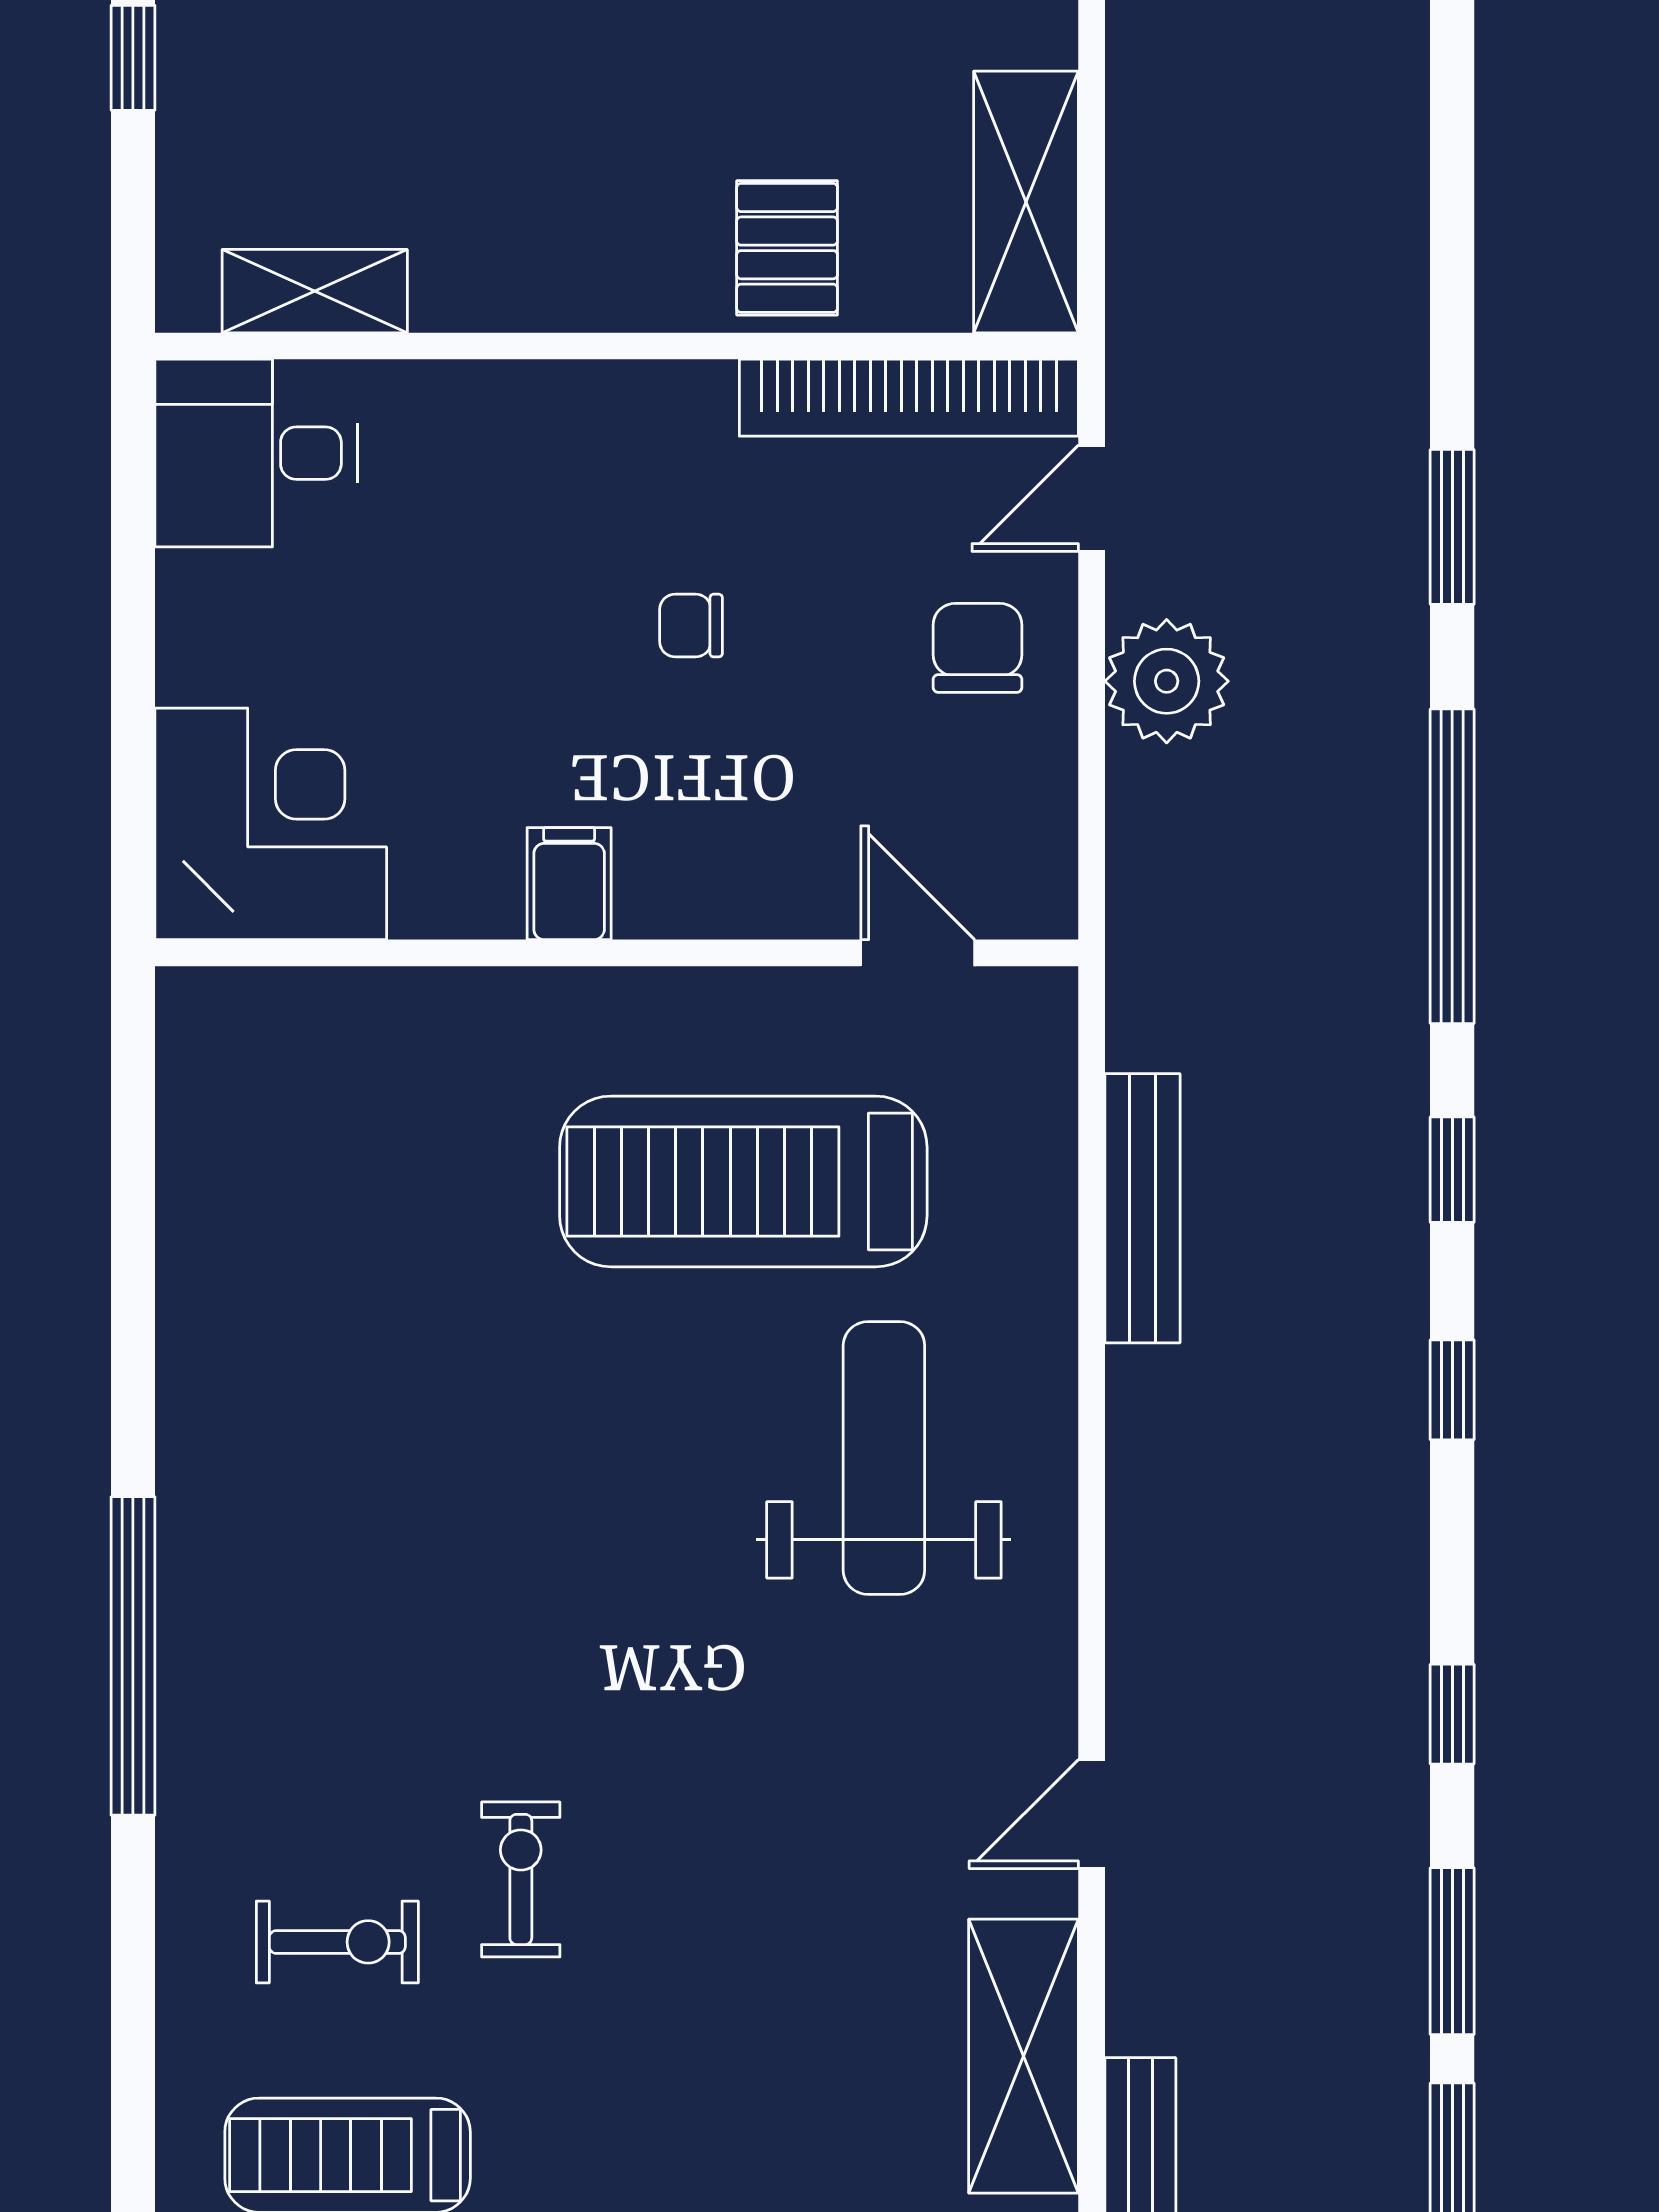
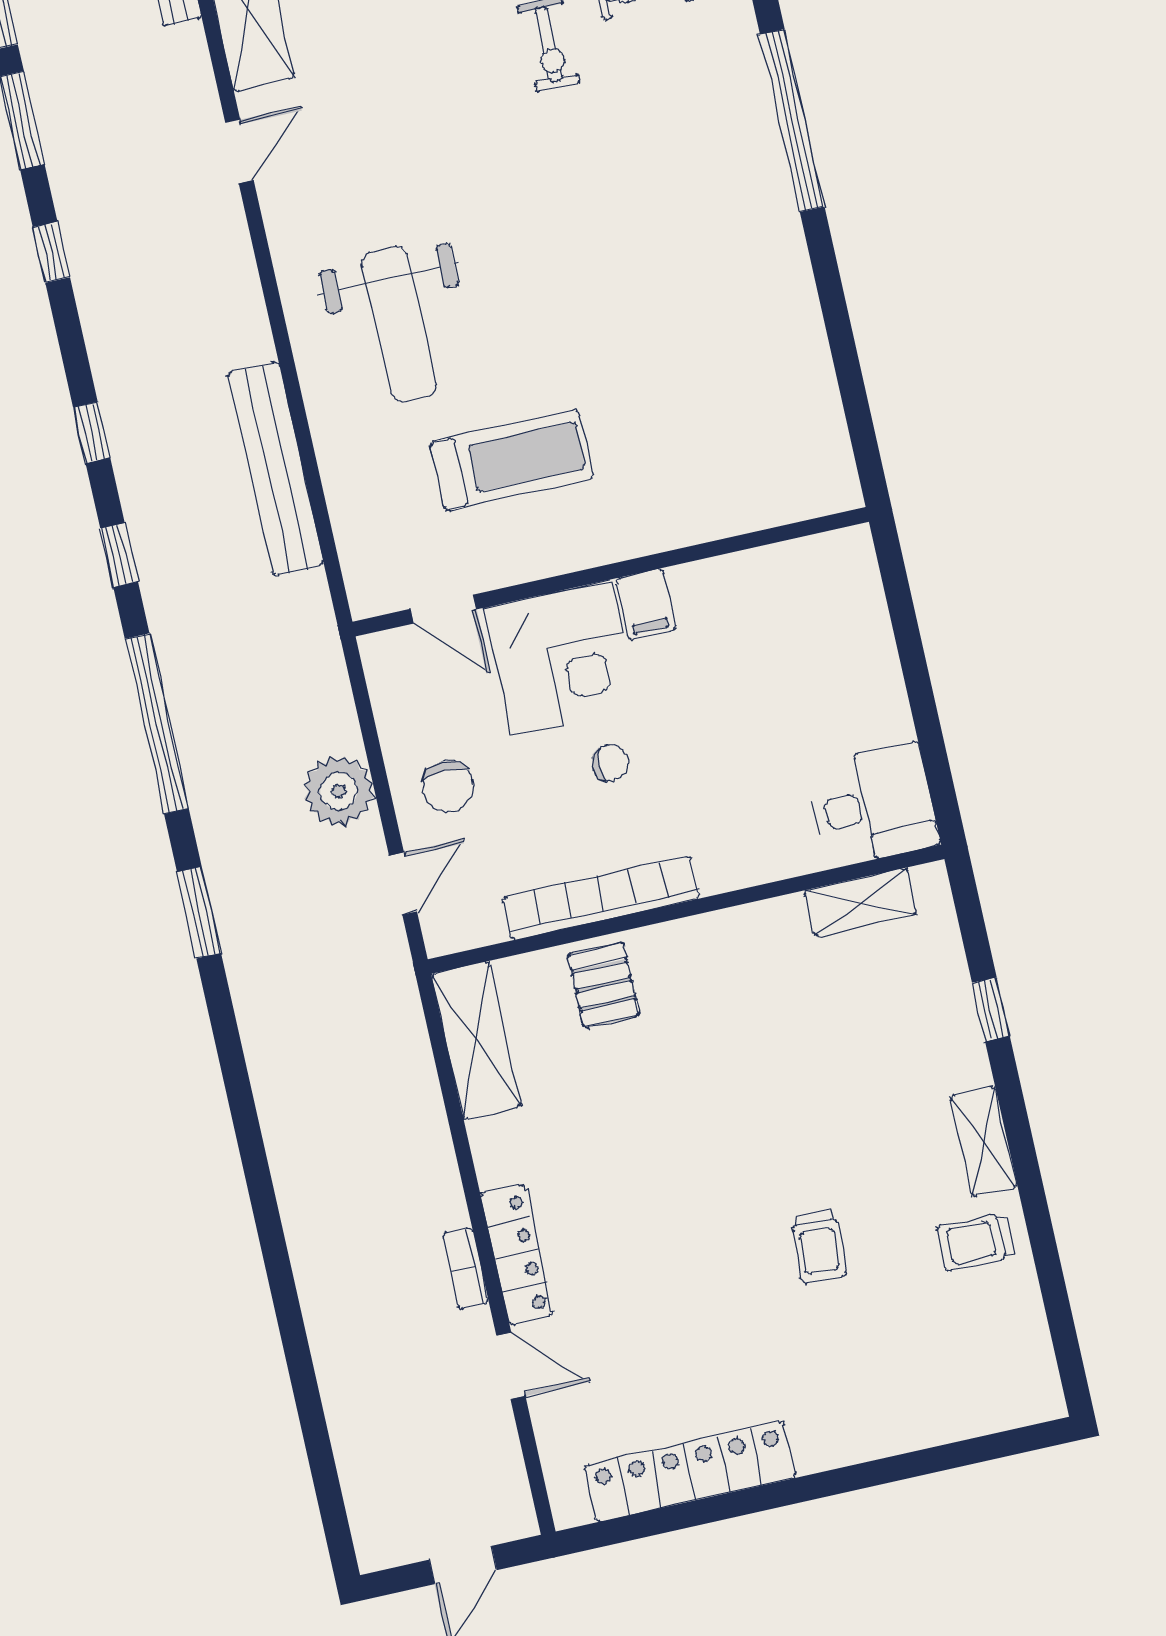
bookcase: (909, 398) -> (601, 898), moved
corner desk: (271, 824) -> (561, 658), moved, turned -90
treadmill: (743, 1181) -> (512, 460), width x0.73, depth x0.73
bench: (1142, 1208) -> (276, 469), width x1.37, depth x1.21

